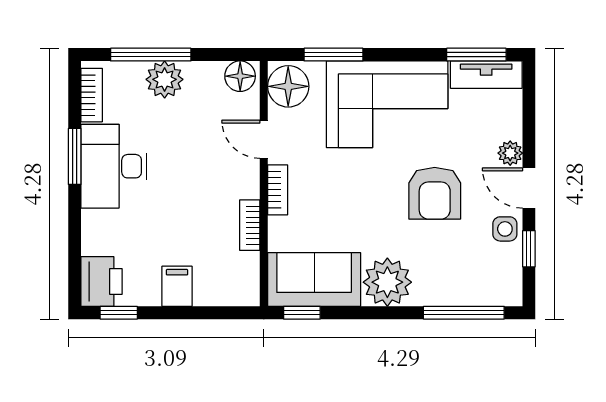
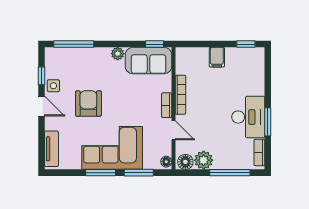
window: (476, 55) -> (101, 173), moved
tv unit: (486, 75) -> (51, 149), moved, turned 90
plant: (165, 79) -> (204, 160), moved
floor lamp: (288, 86) -> (166, 162), width x0.53, depth x0.53
plant: (510, 153) -> (51, 124), removed
bookcase: (250, 225) -> (181, 95), width x1.56
printer: (102, 281) -> (254, 60), removed
plant: (387, 282) -> (118, 54), width x0.53, depth x0.53

